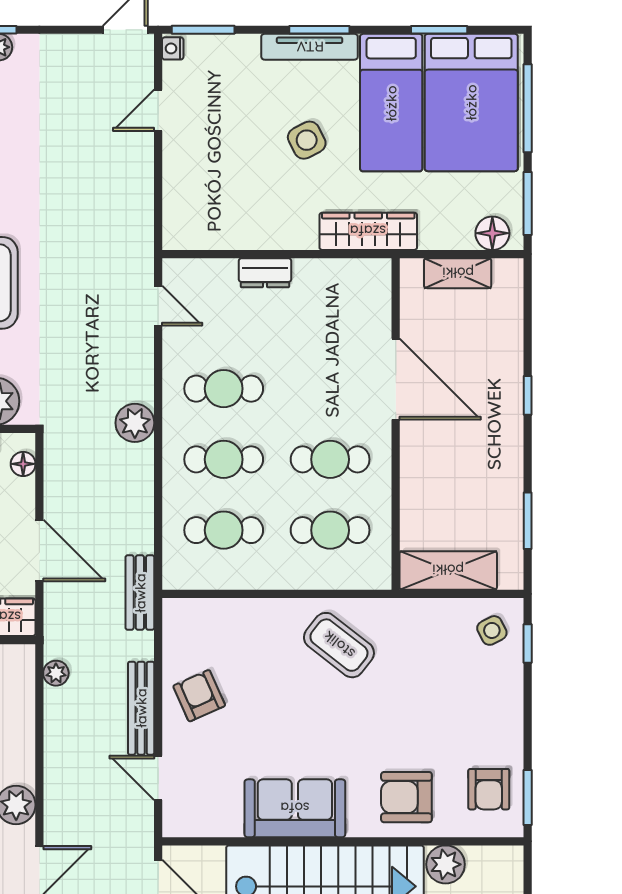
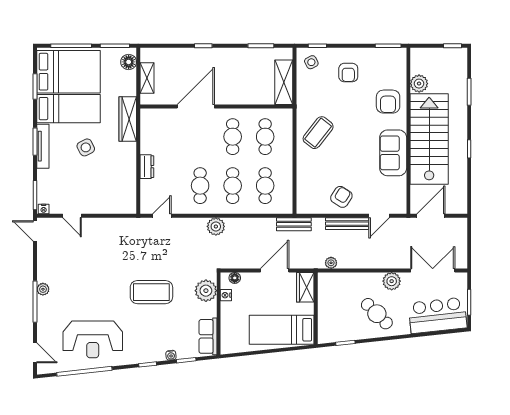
armchair: (199, 696) -> (341, 197), turned 146
armchair: (489, 789) -> (348, 73), moved, turned 90

